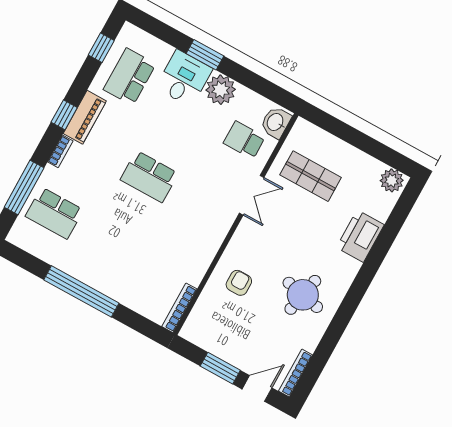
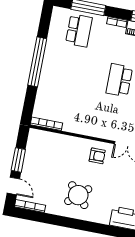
school desk: (54, 213) -> (79, 30), turned 180
armchair: (239, 283) -> (97, 156), moved
round table: (303, 295) -> (78, 195), turned 36

